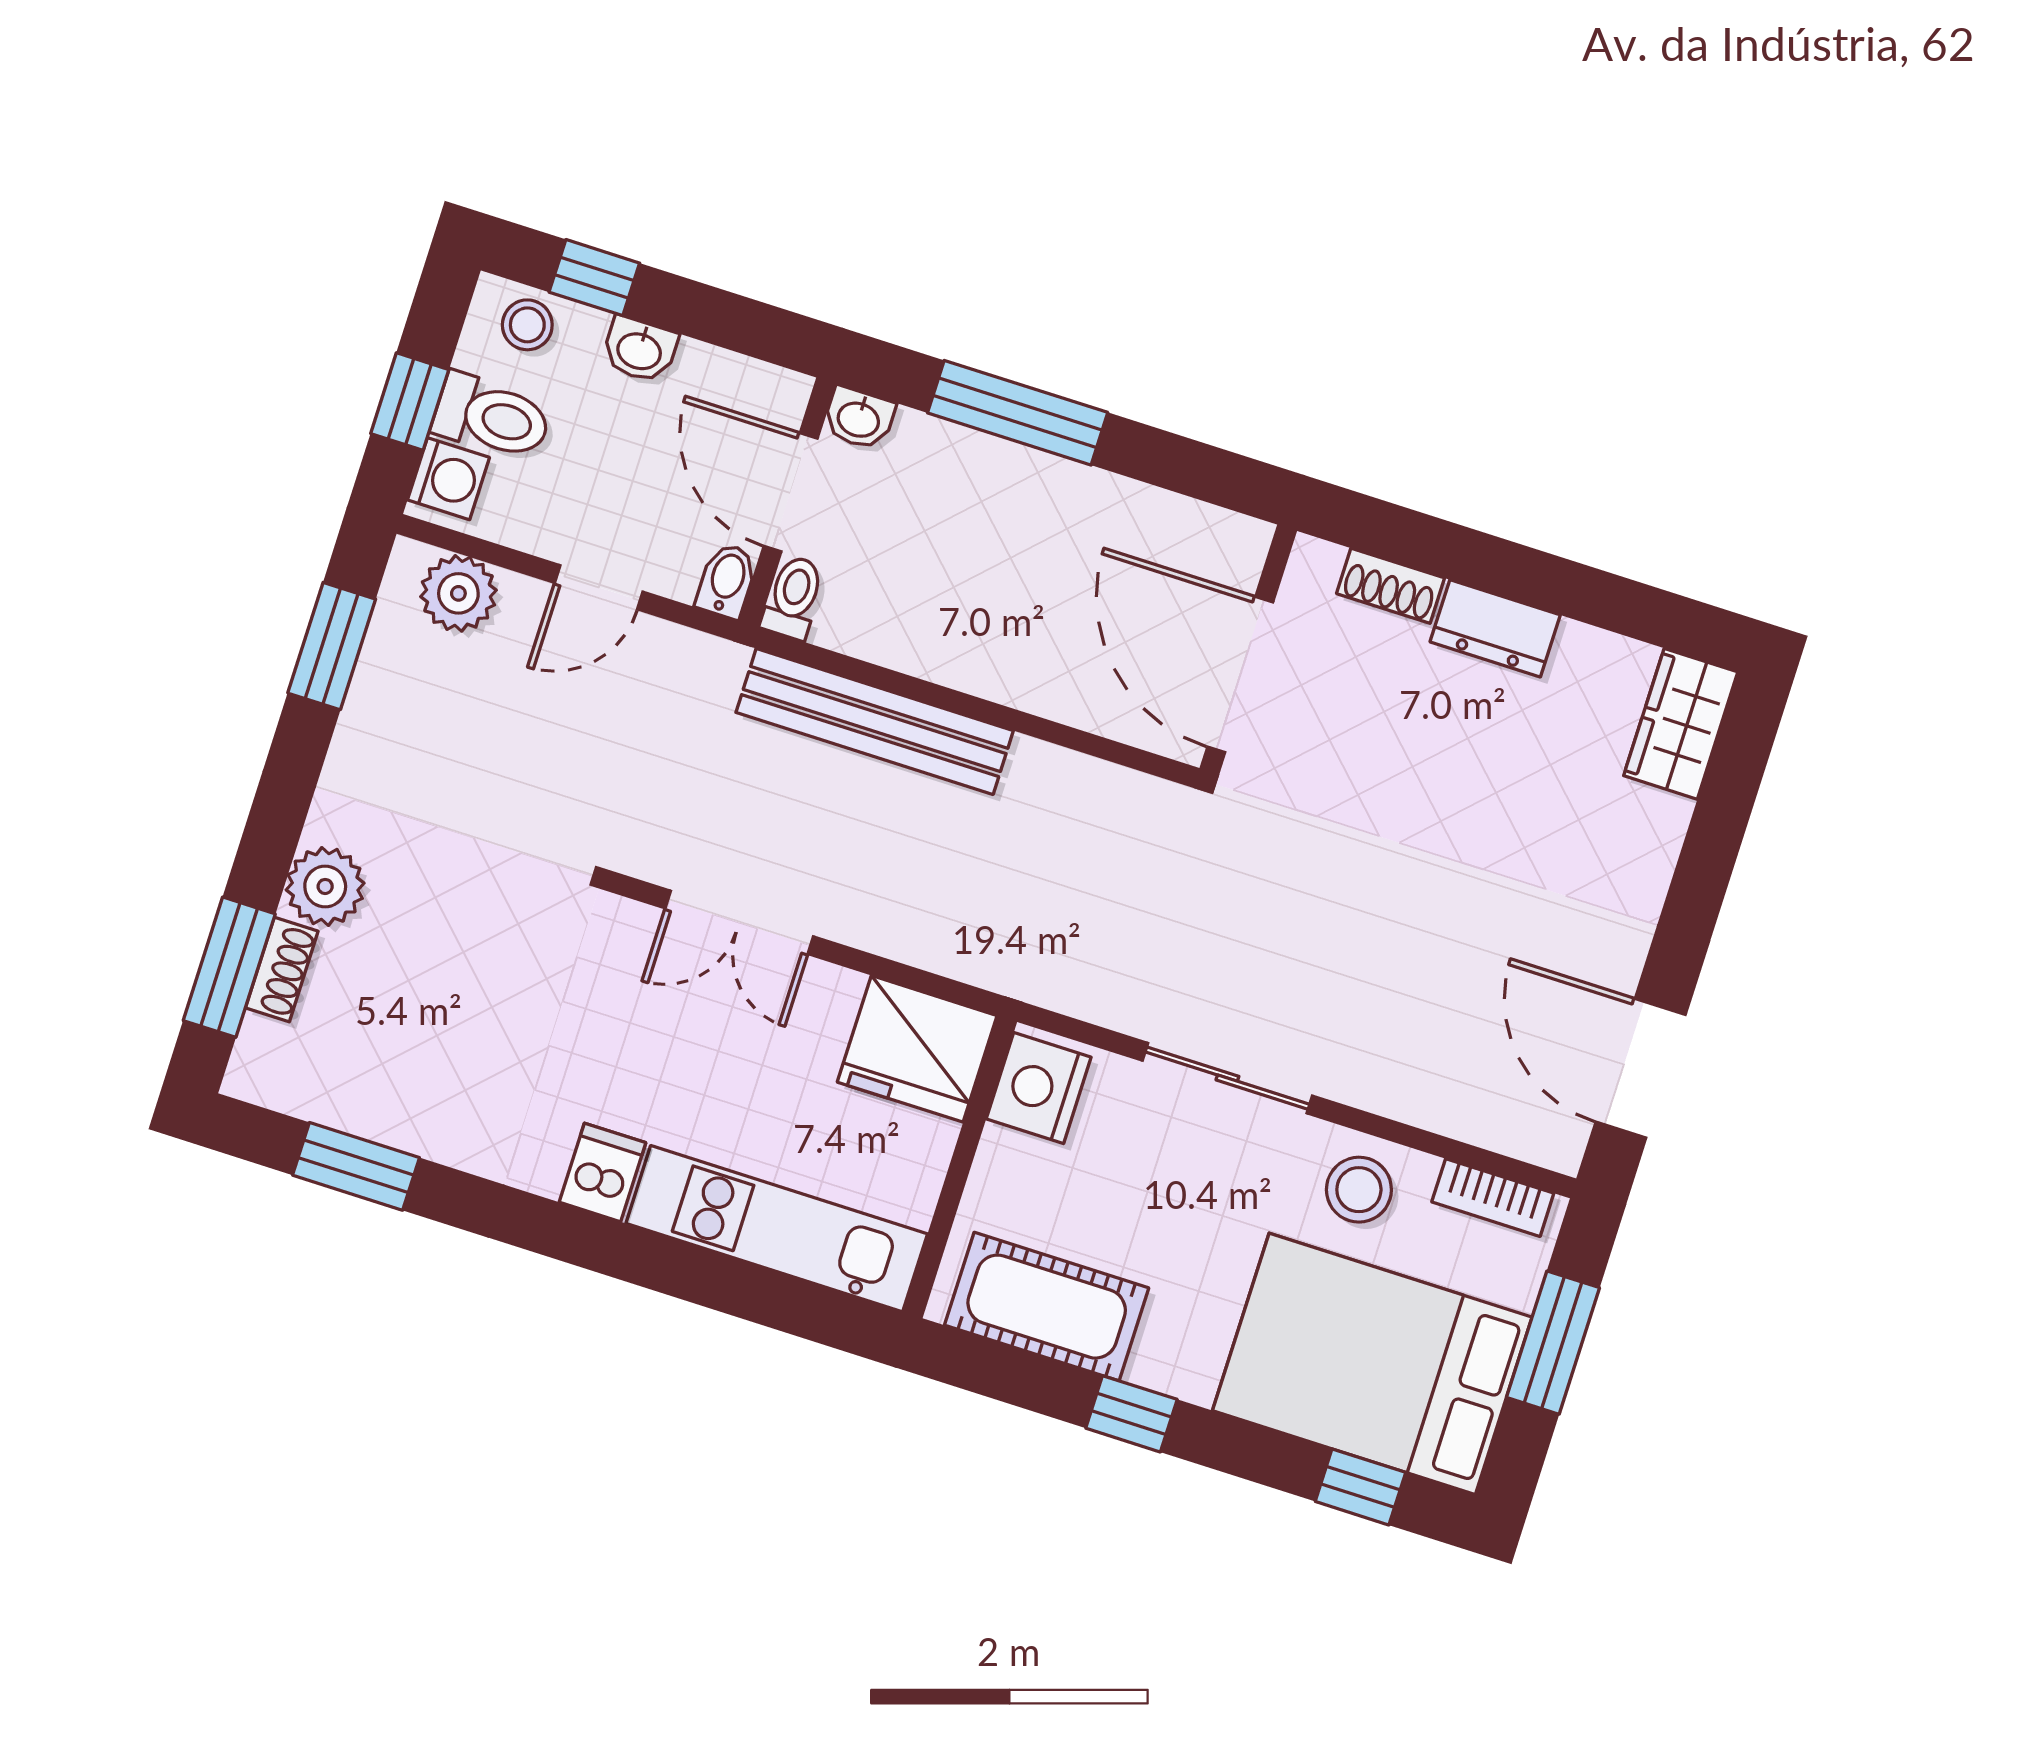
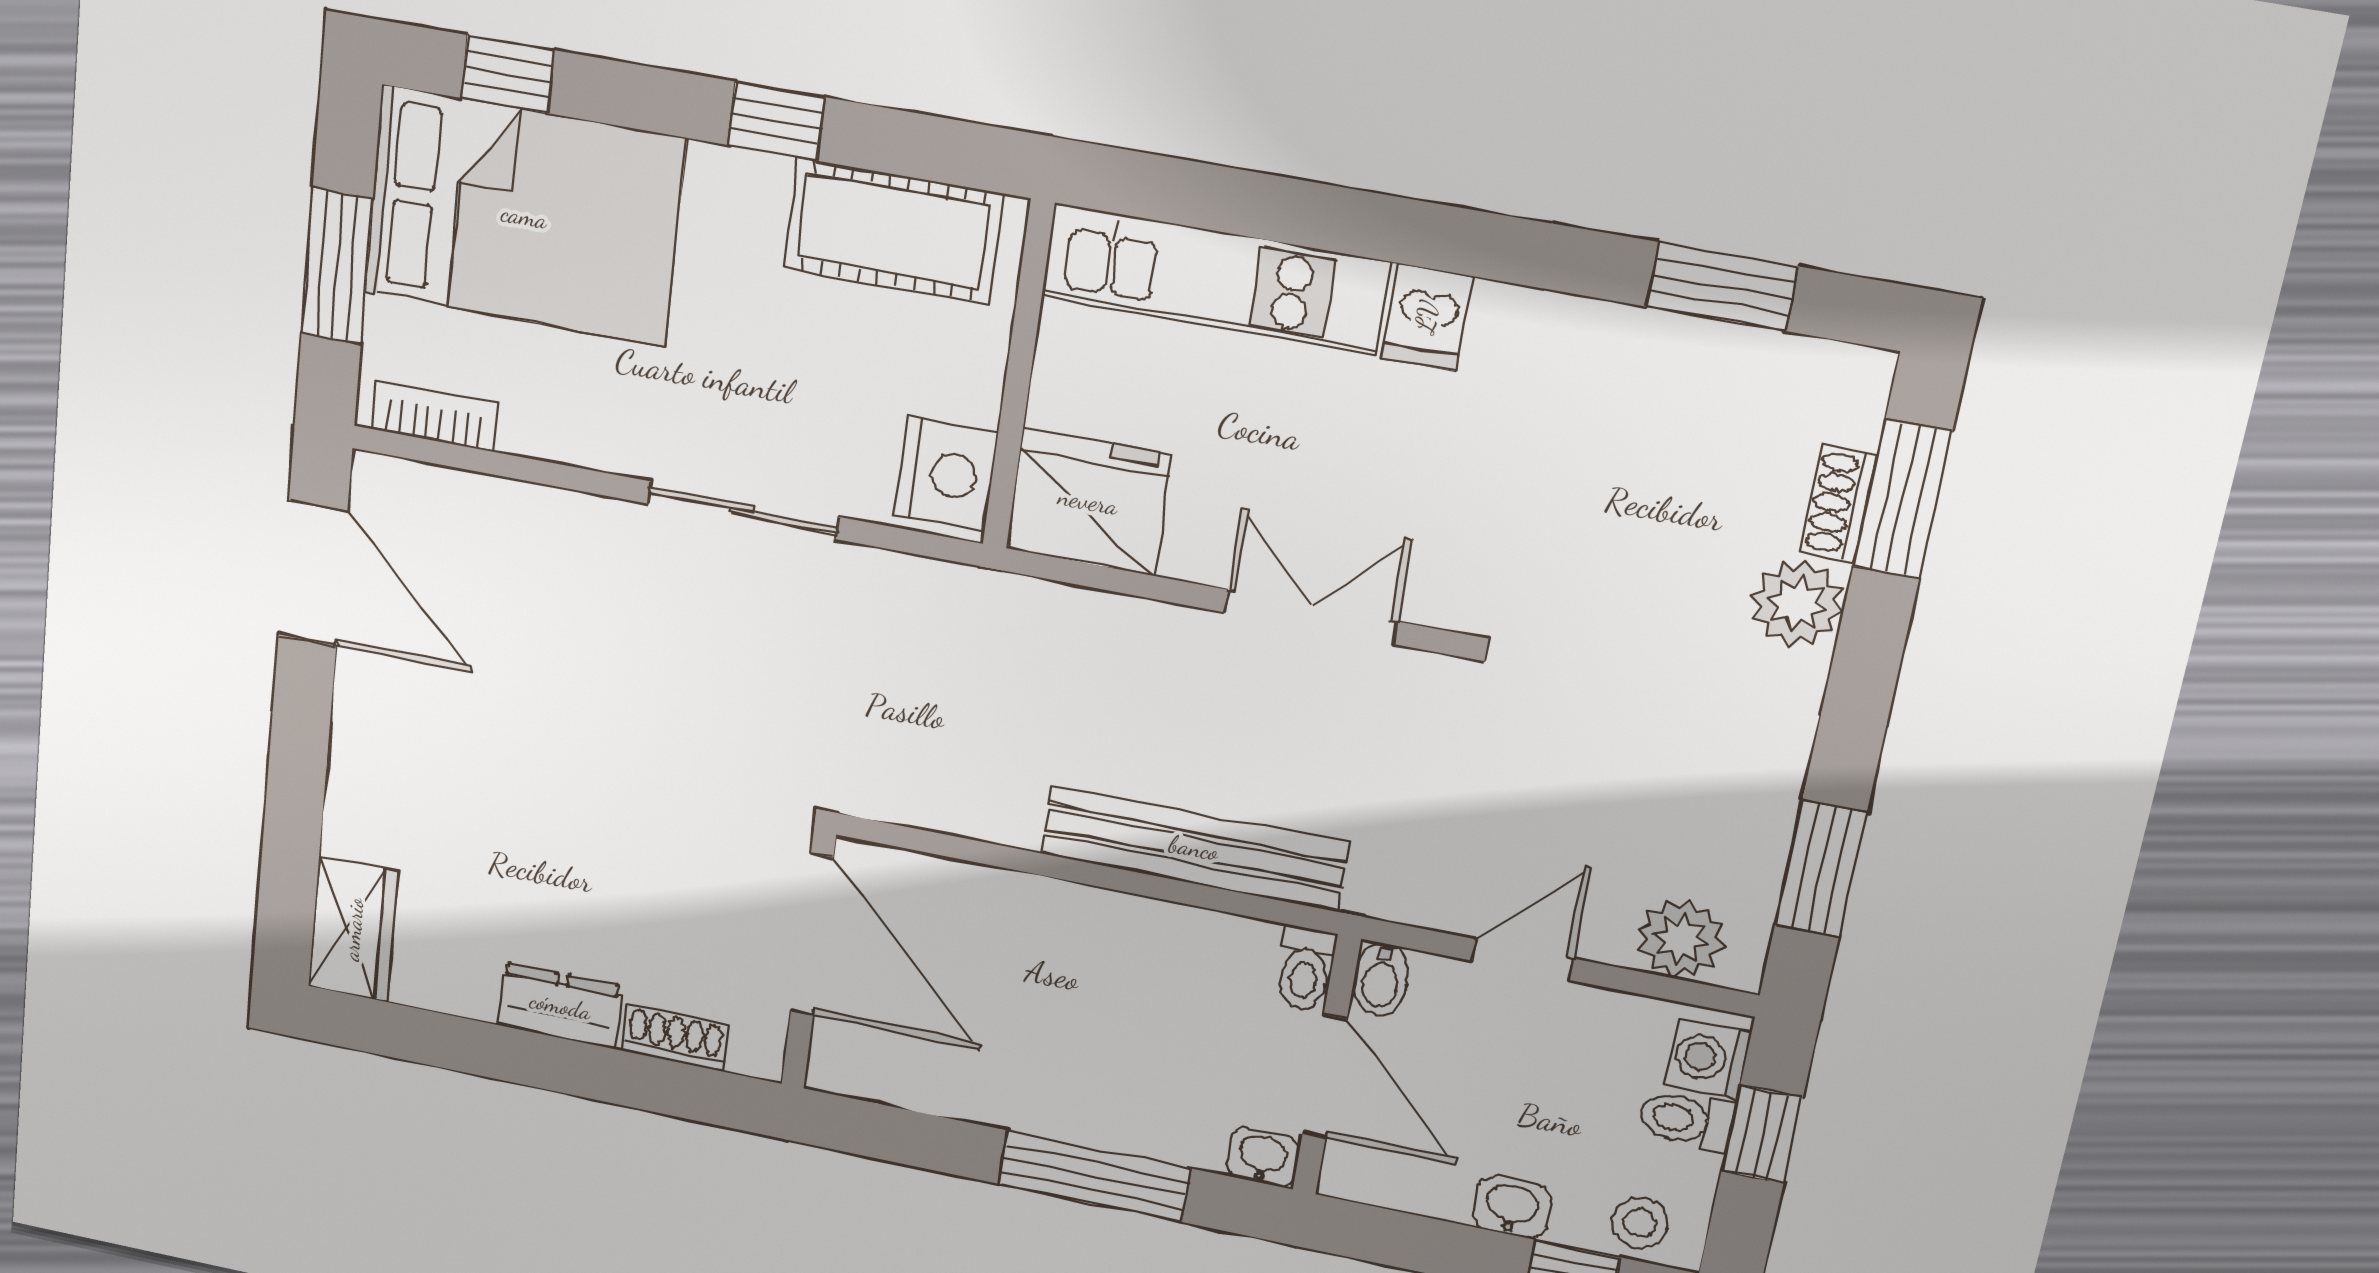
toilet: (492, 417) -> (1686, 1120), width x0.73, depth x0.72
stool: (1359, 1190) -> (578, 407), removed

